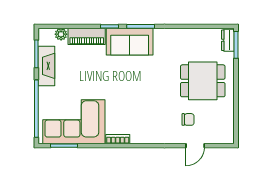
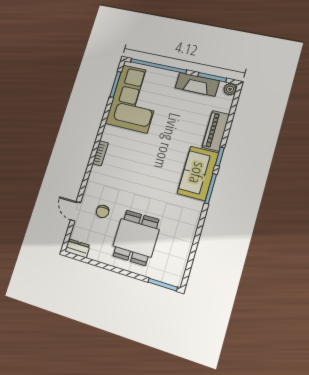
plant: (61, 34) -> (230, 89), moved
dresser: (228, 40) -> (77, 248), moved
bookcase: (118, 139) -> (100, 153), moved

